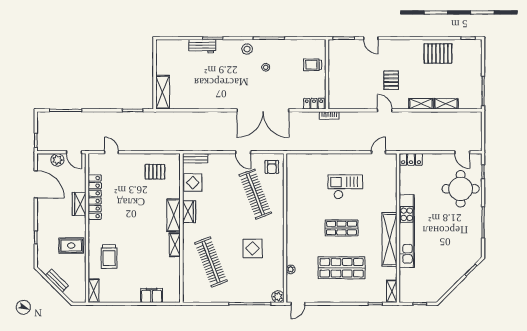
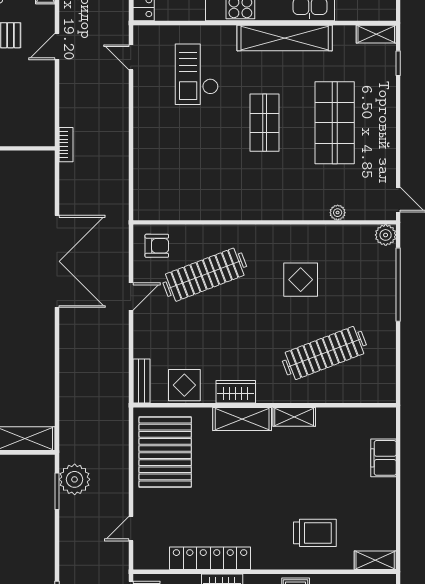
locker: (314, 104) -> (45, 171), removed
plant: (139, 120) -> (75, 479), added
pallet: (155, 172) -> (165, 452), width x2.05, depth x2.00
checkout: (345, 187) -> (197, 74), moved

